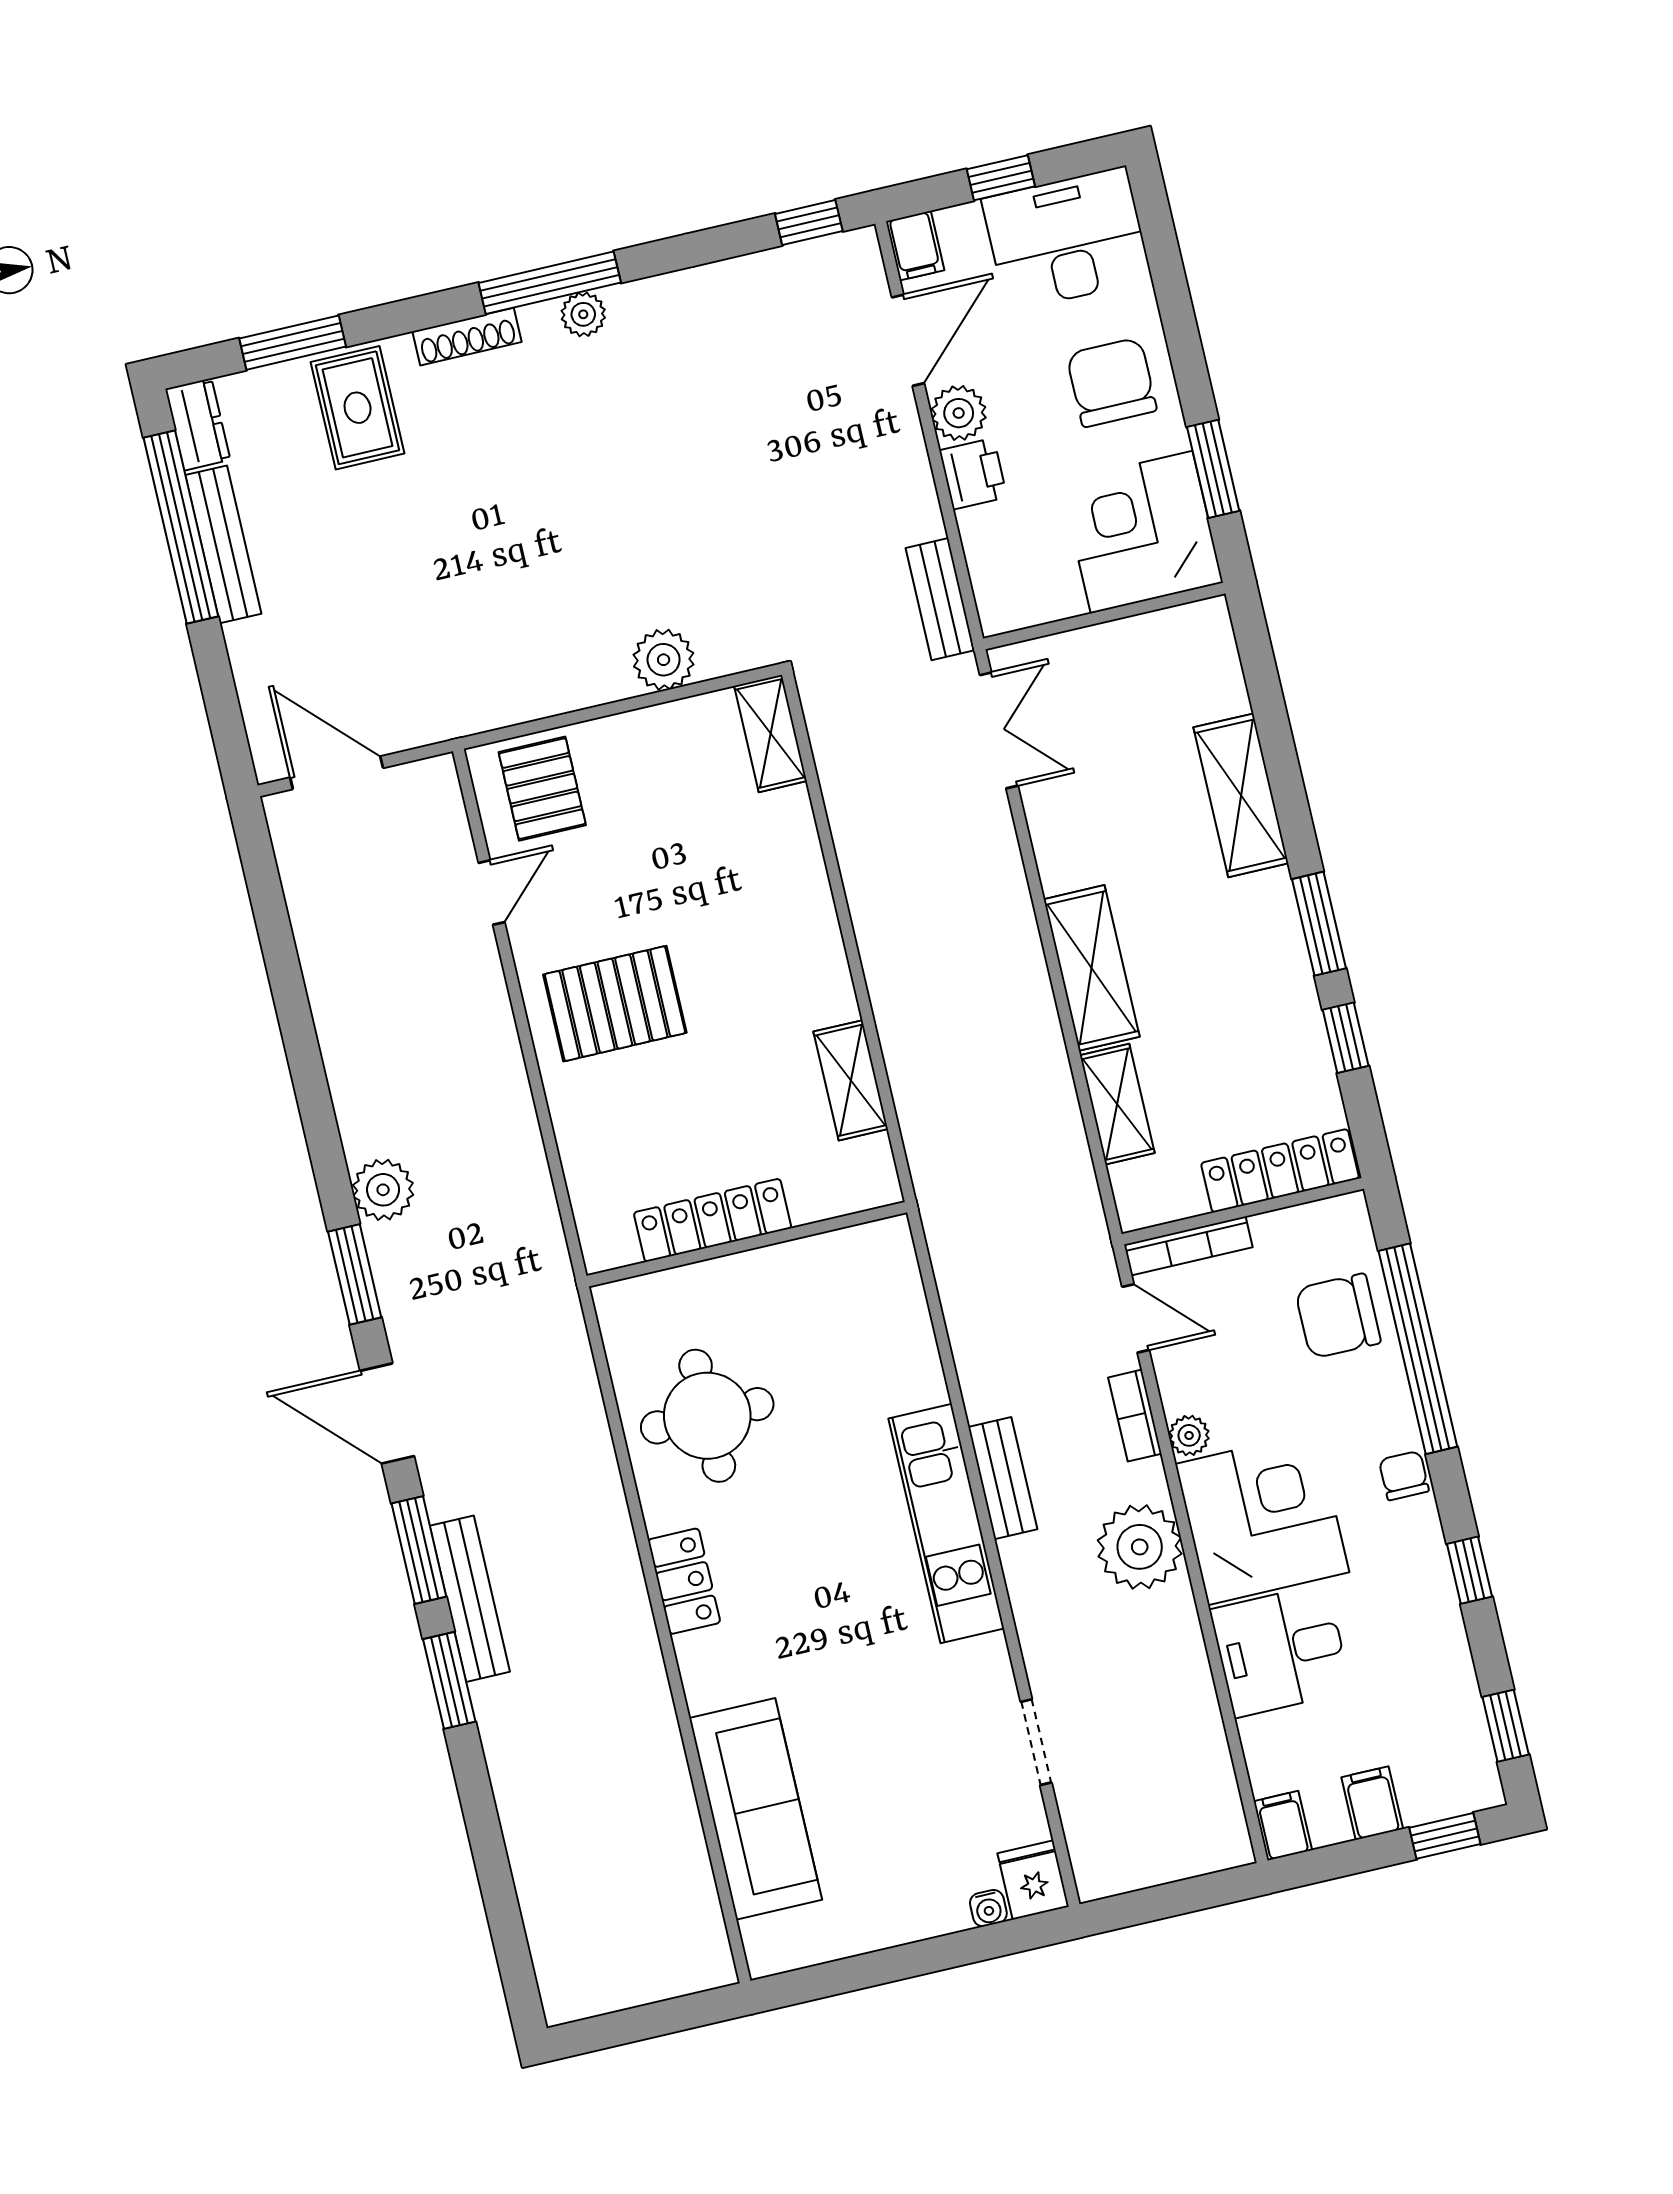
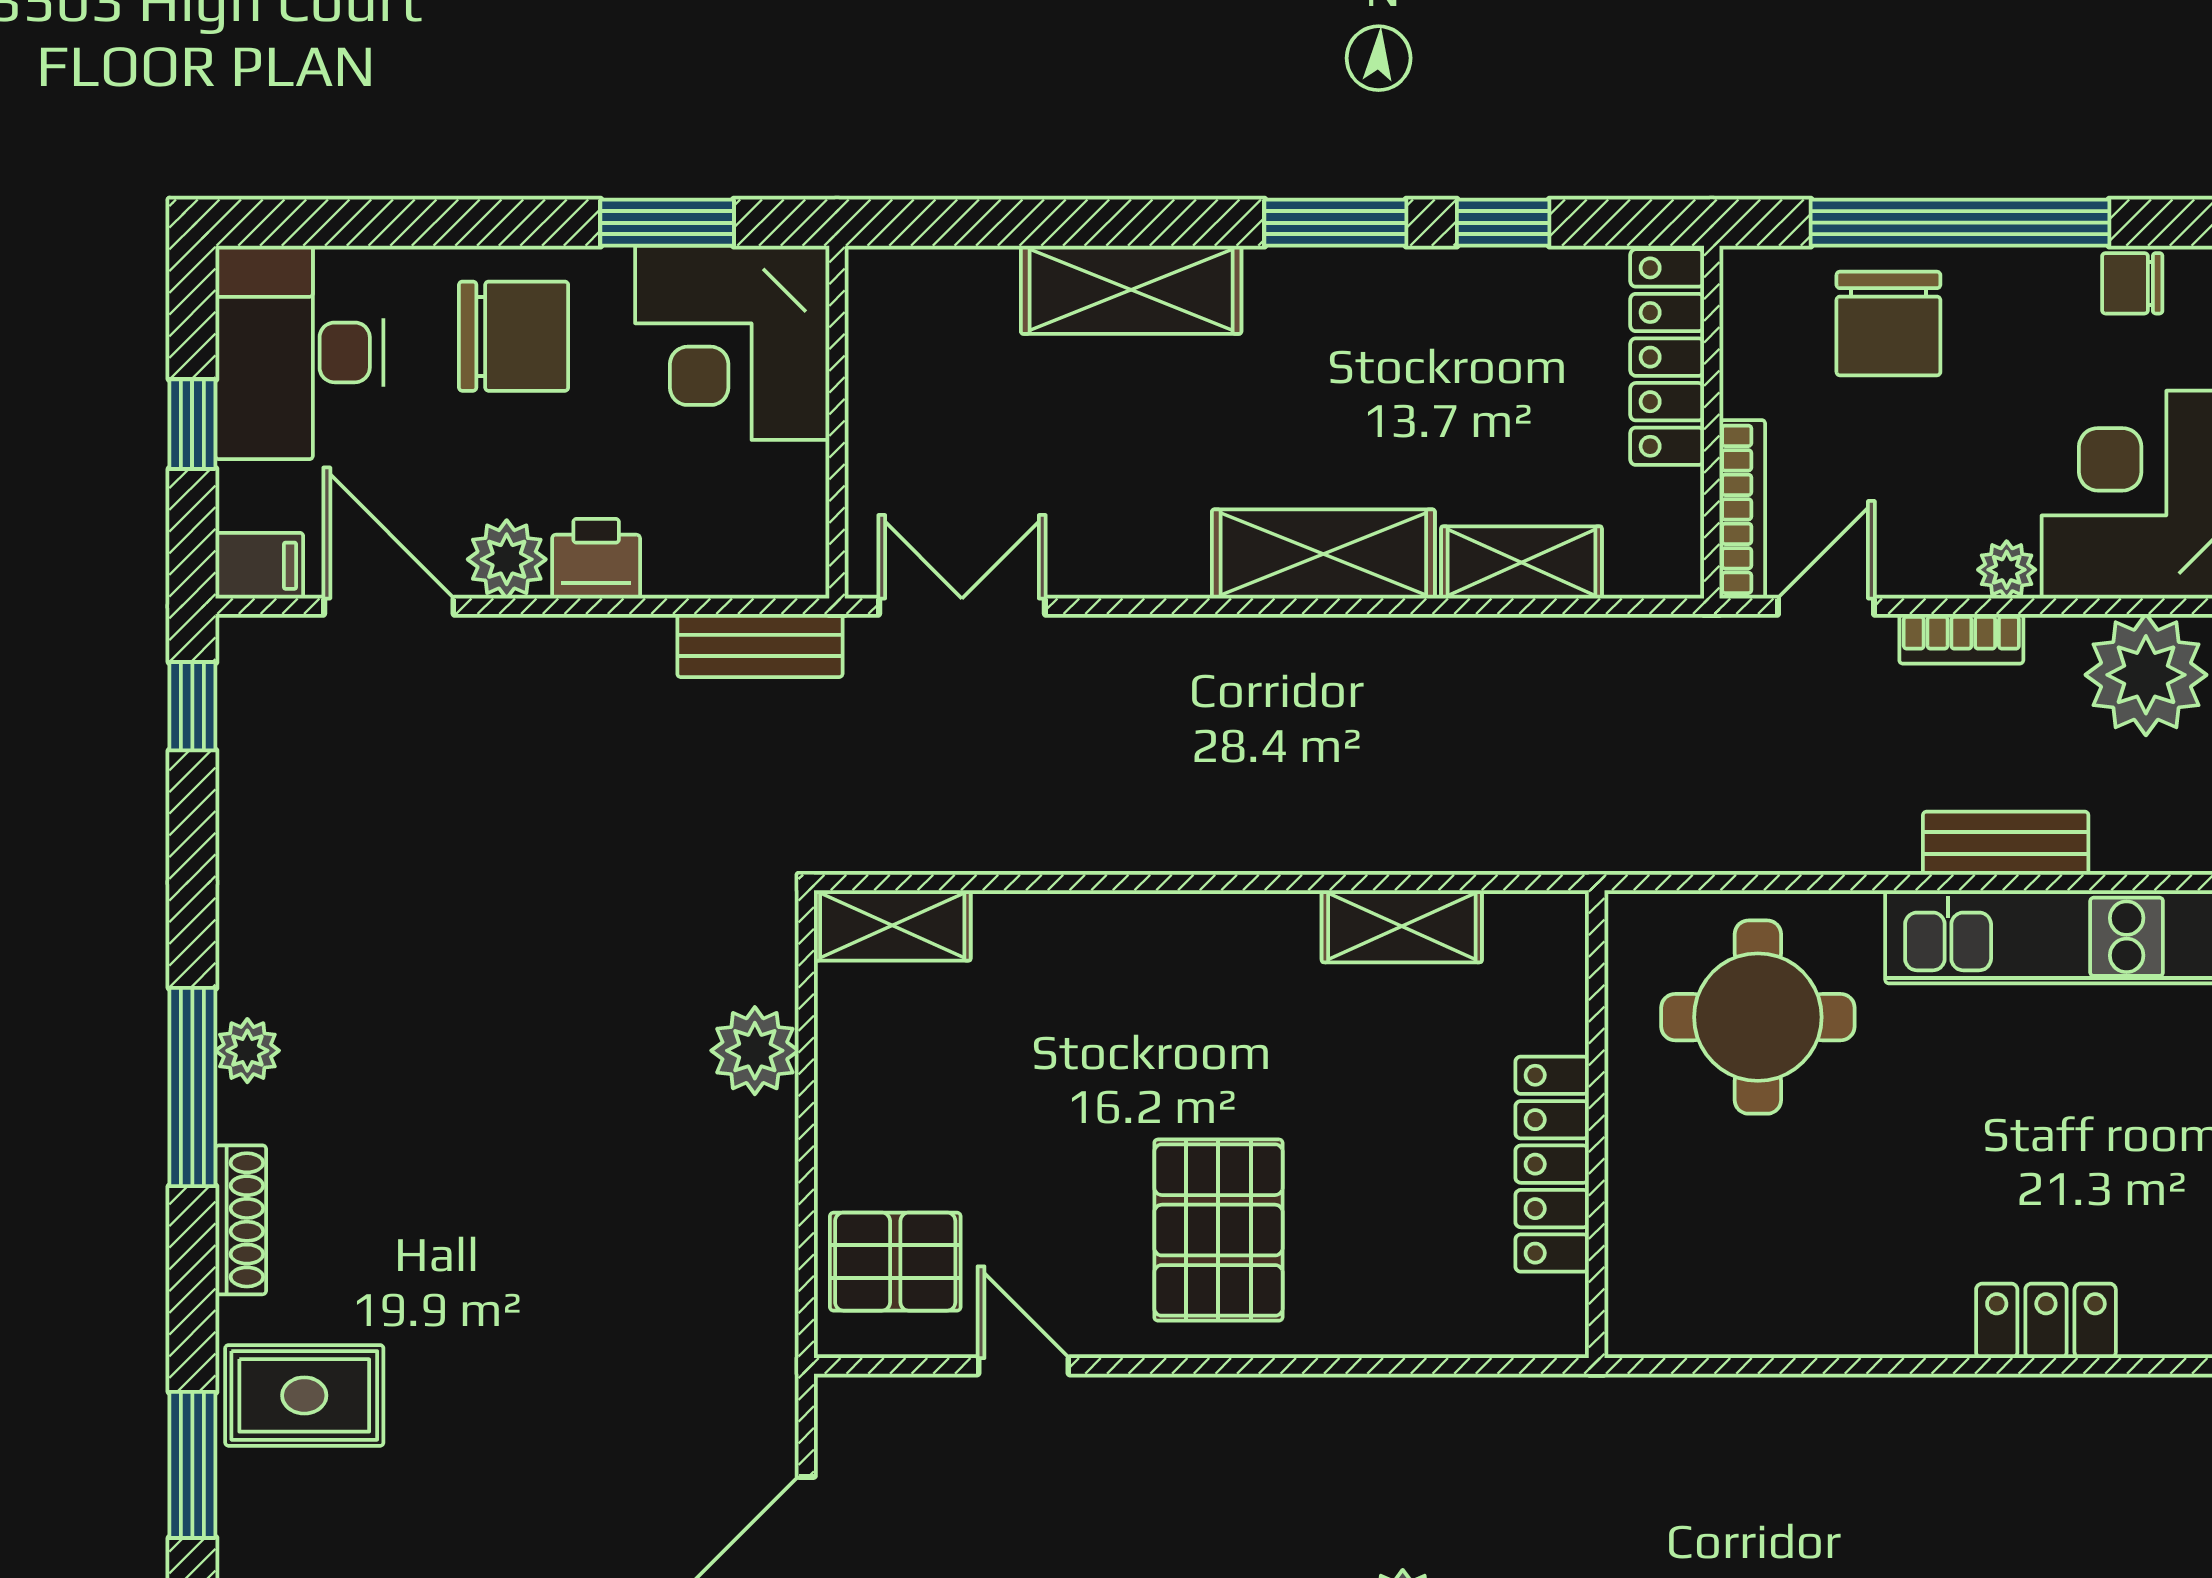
chair: (1112, 382) -> (514, 336), turned 180
round table: (707, 1416) -> (1758, 1017), moved

